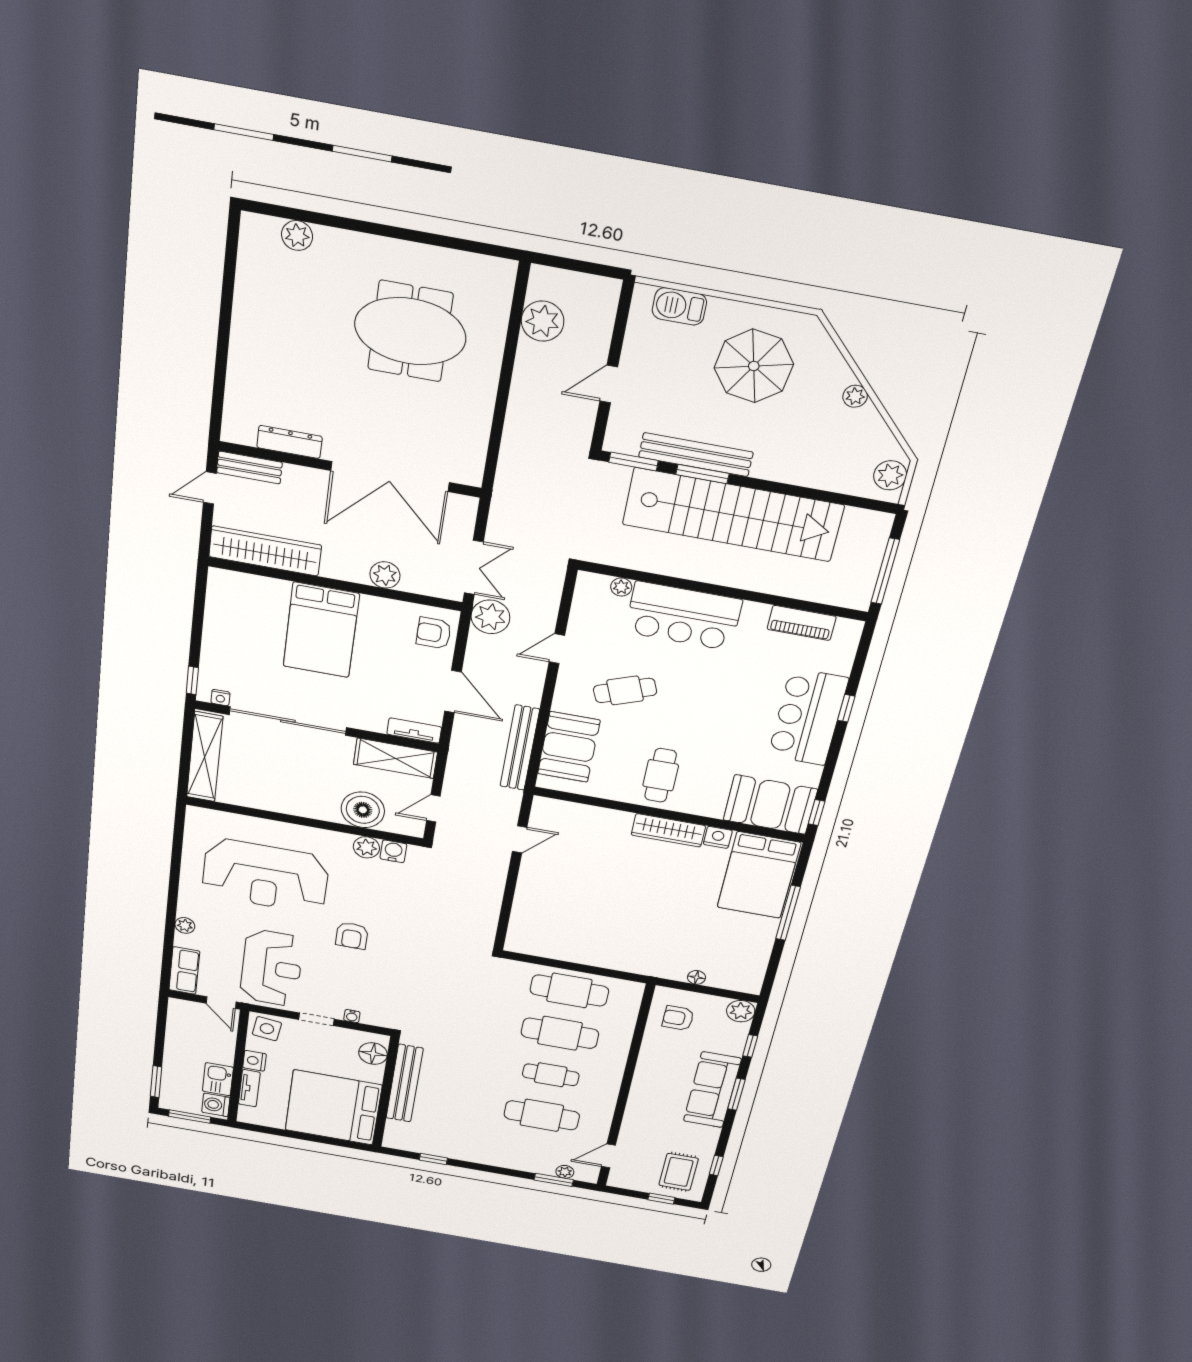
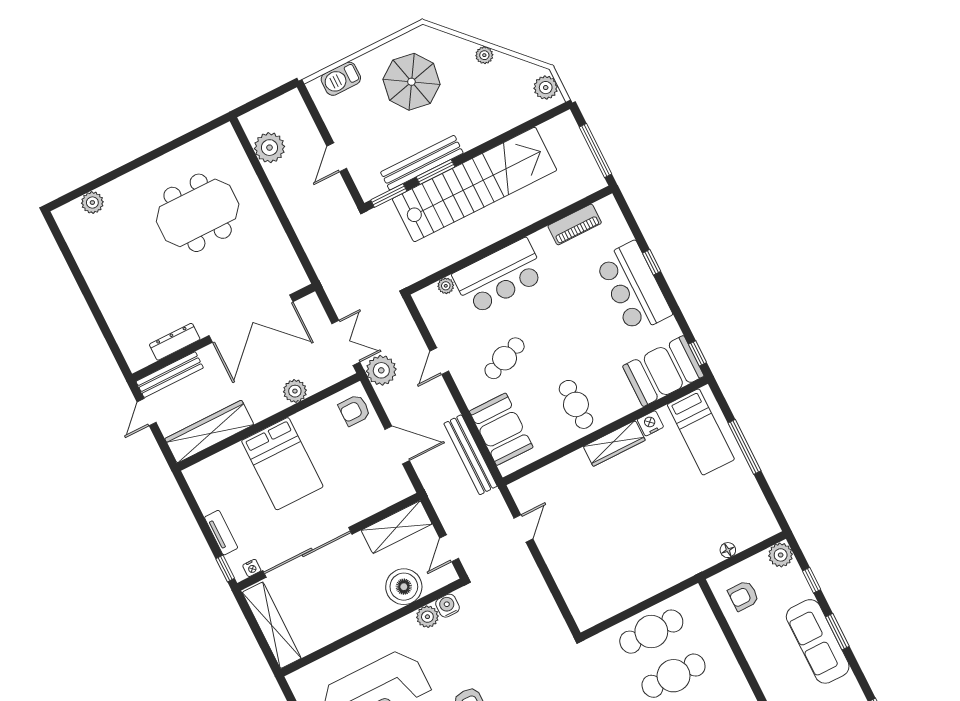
bench: (249, 468) -> (170, 375), width x1.36
tv unit: (414, 731) -> (221, 533), moved, turned 90
bed: (759, 875) -> (701, 432), width x0.67

